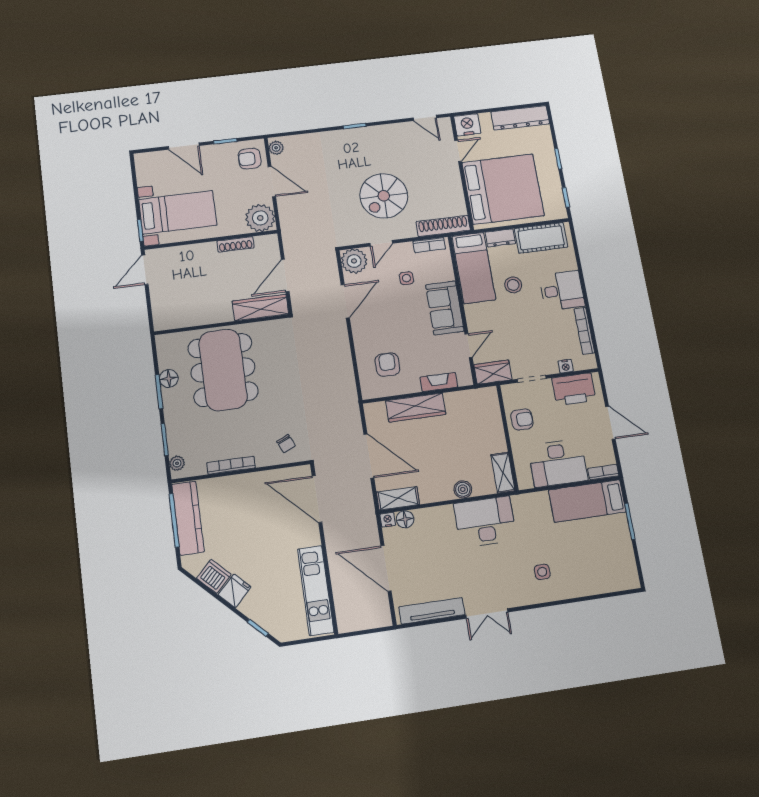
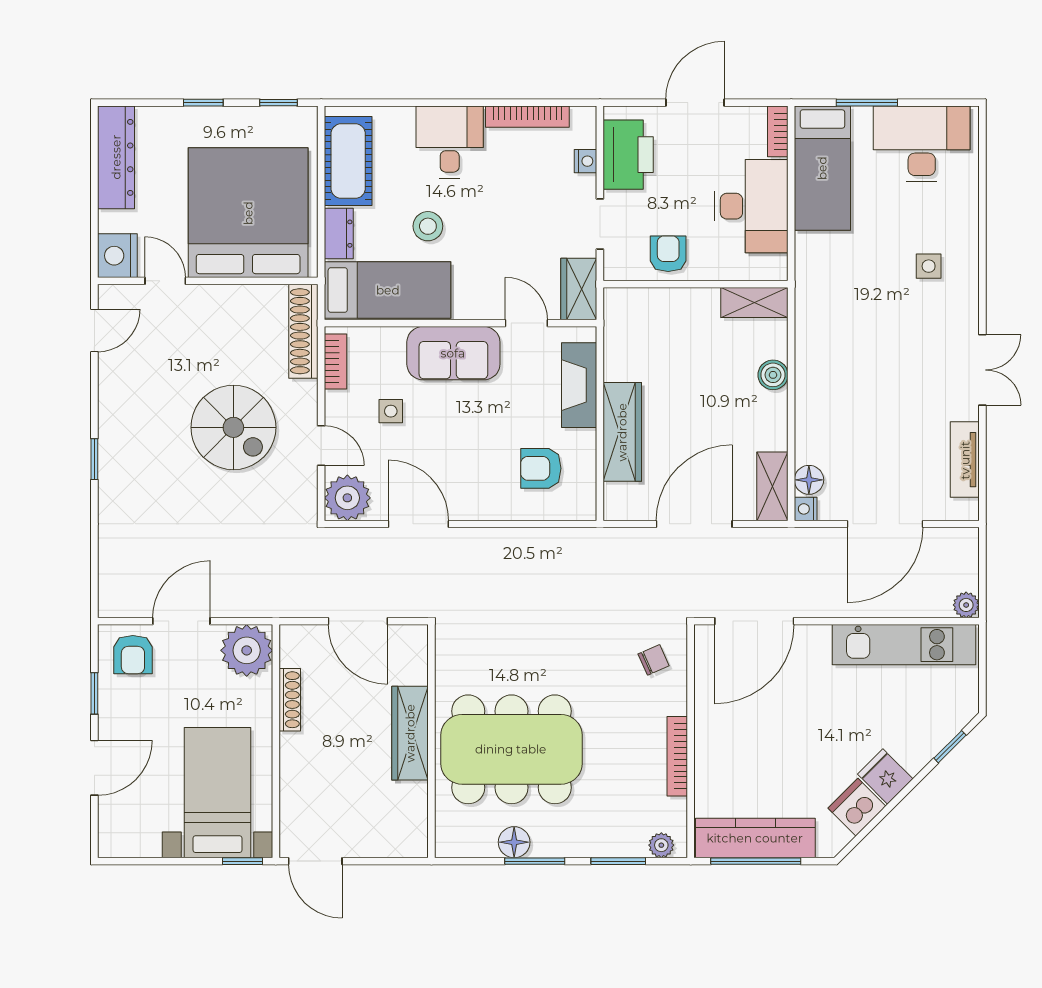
plant: (276, 148) -> (966, 605), moved
wardrobe: (260, 308) -> (410, 733), moved
fireplace: (439, 382) -> (579, 385), width x1.37, depth x1.32
desk: (485, 522) -> (922, 144), moved, turned 90
tv unit: (432, 611) -> (965, 460), width x0.71

